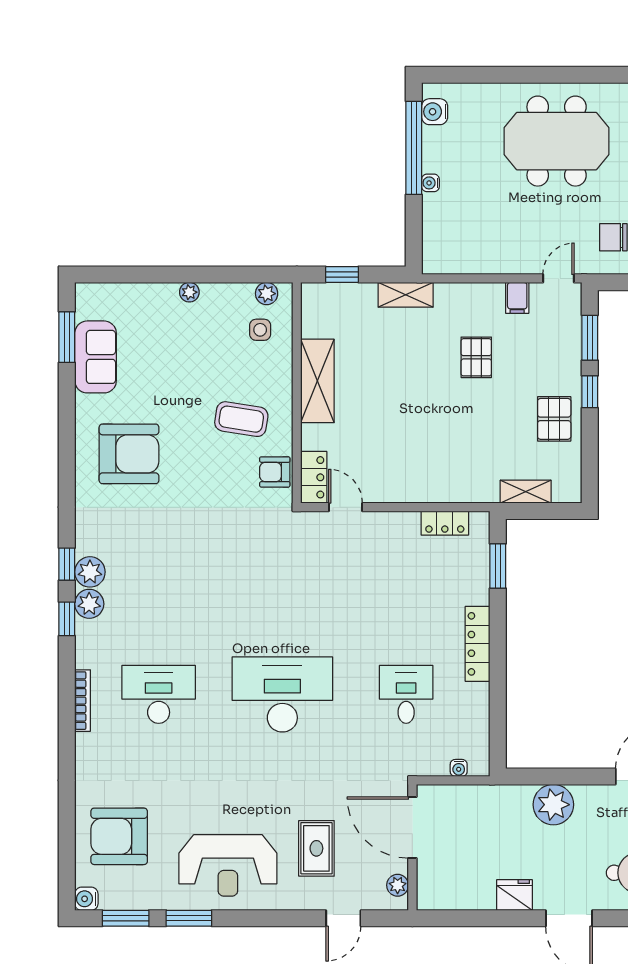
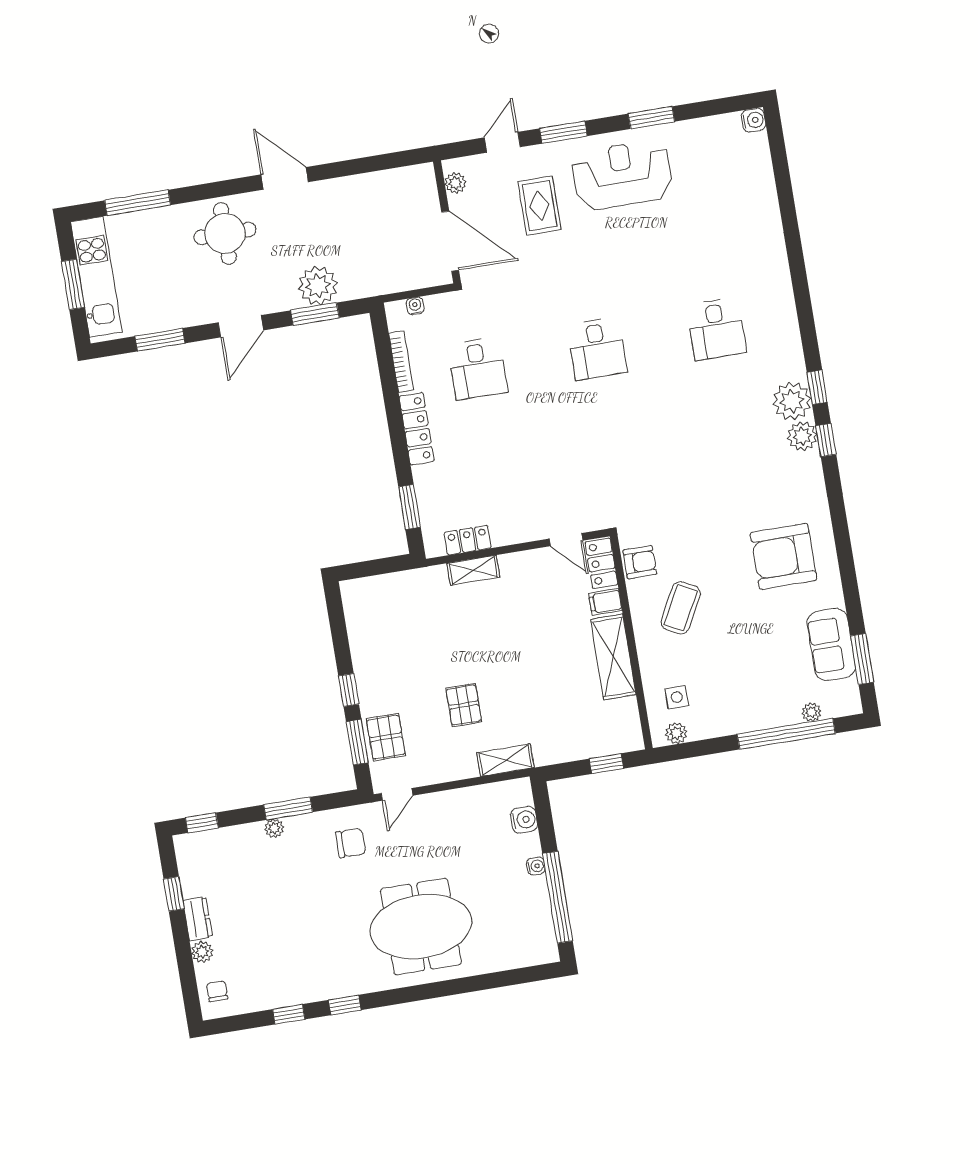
water cooler: (435, 112) -> (524, 820), moved
window: (156, 274) -> (786, 734), added
plant: (189, 292) -> (811, 712), moved
shelving: (406, 295) -> (505, 760), moved
filing cabinet: (517, 298) -> (605, 602), moved, turned -90
coffee table: (241, 419) -> (681, 608), turned -71
pallet: (554, 419) -> (386, 737), moved
shelving: (526, 492) -> (473, 570), moved
plant: (89, 604) -> (792, 401), width x1.36, depth x1.36
desk: (159, 694) -> (716, 329), width x0.73
desk: (282, 694) -> (597, 349), width x0.53, depth x0.77
bookcase: (83, 701) -> (401, 362), moved, turned 180
window: (561, 776) -> (315, 314), added
armchair: (119, 836) -> (732, 186), removed
fridge: (514, 895) -> (341, 192), removed
window: (126, 918) -> (563, 132), moved

